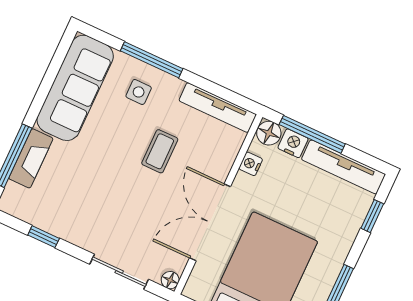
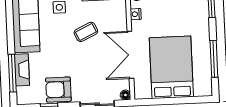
coffee table: (160, 151) -> (86, 32), turned 65
armchair: (71, 218) -> (58, 90), added

